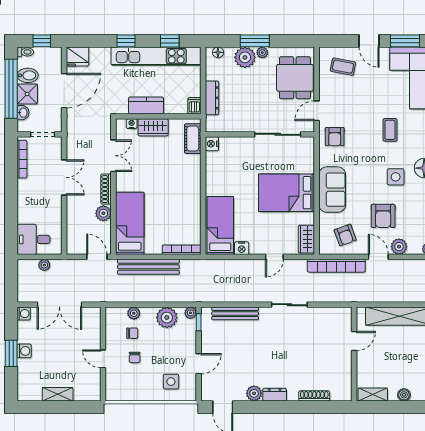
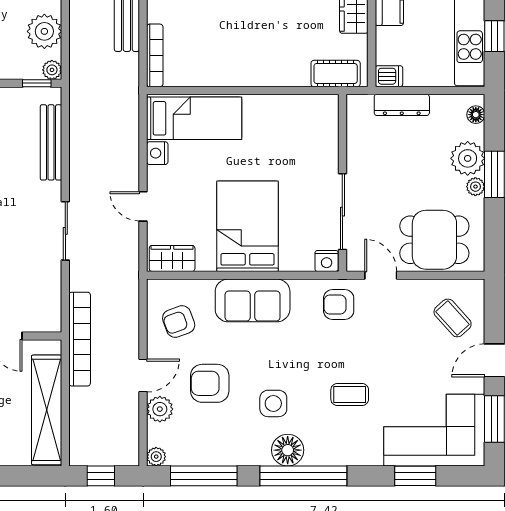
coffee table: (343, 67) -> (453, 318), turned -53
nightstand: (212, 144) -> (327, 261), moved, turned 180
bookcase: (336, 266) -> (80, 339), moved, turned 180

